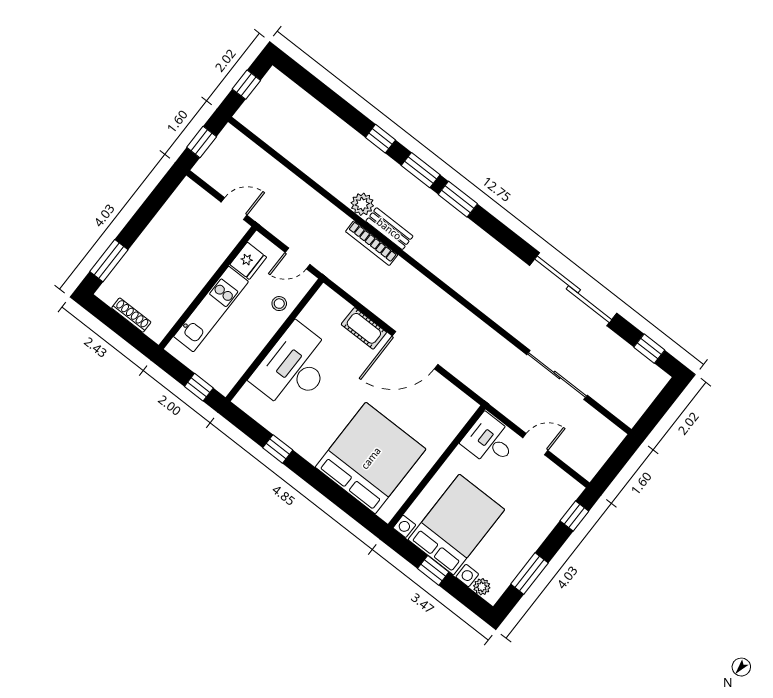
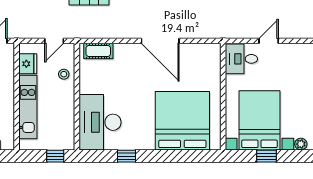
cot: (364, 328) -> (98, 51), moved
door: (415, 350) -> (160, 41), hinge flipped
desk: (294, 368) -> (100, 122), moved

